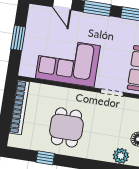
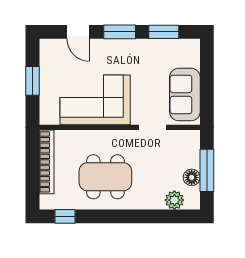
dining table: (66, 127) -> (105, 177), width x1.38
window: (45, 158) -> (65, 216), moved

